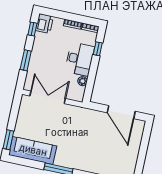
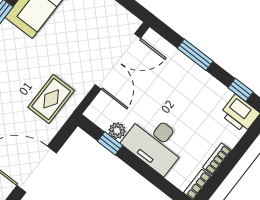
window: (98, 49) -> (110, 143), moved
rug: (82, 122) -> (51, 99), added

